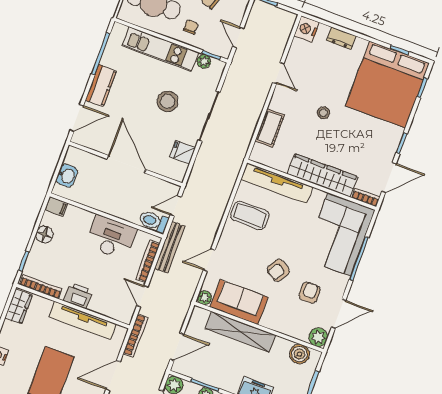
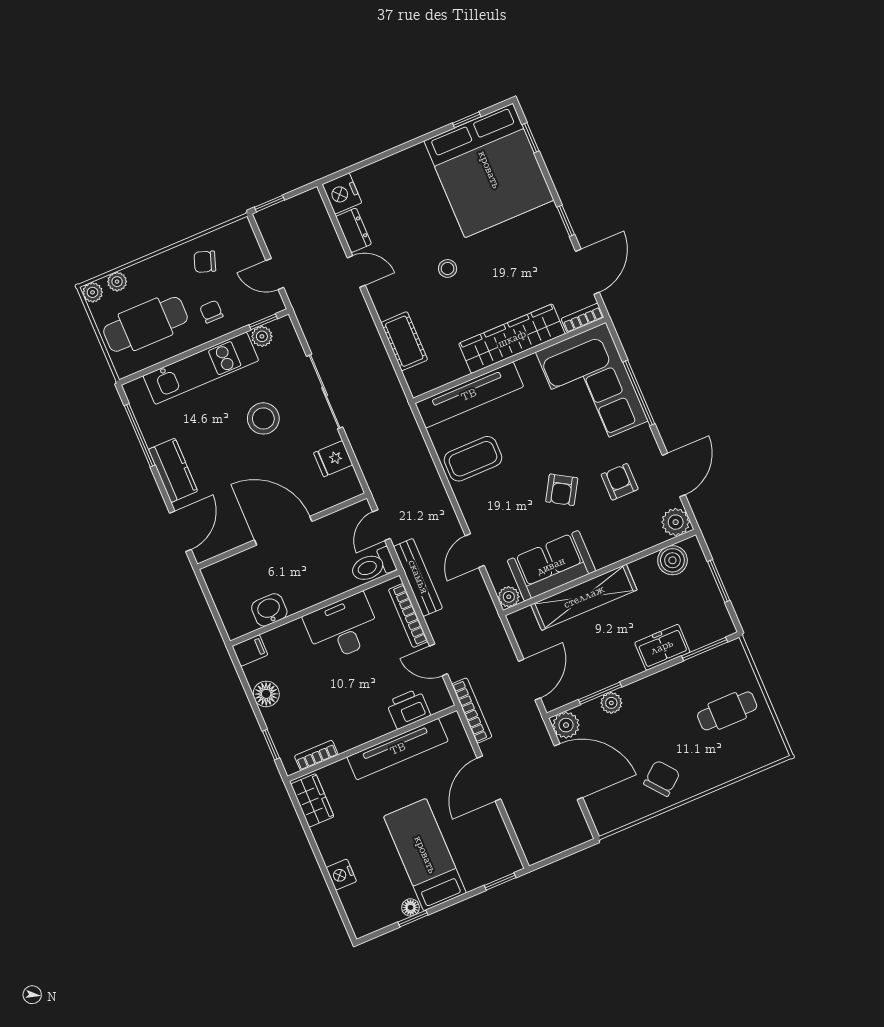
dresser: (341, 38) -> (354, 230), moved, turned -90
washbasin: (67, 176) -> (269, 610), moved, turned -90
bookcase: (41, 287) -> (316, 755), width x0.64
printer: (78, 296) -> (408, 709), moved

